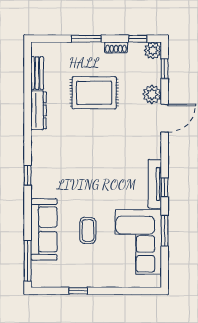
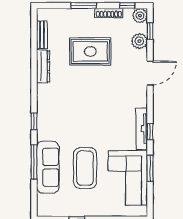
shoe rack: (116, 47) -> (109, 13), width x1.43
plant: (152, 94) -> (139, 41), moved
coffee table: (88, 230) -> (85, 168), width x1.86, depth x1.72
window: (28, 261) -> (34, 162), moved

